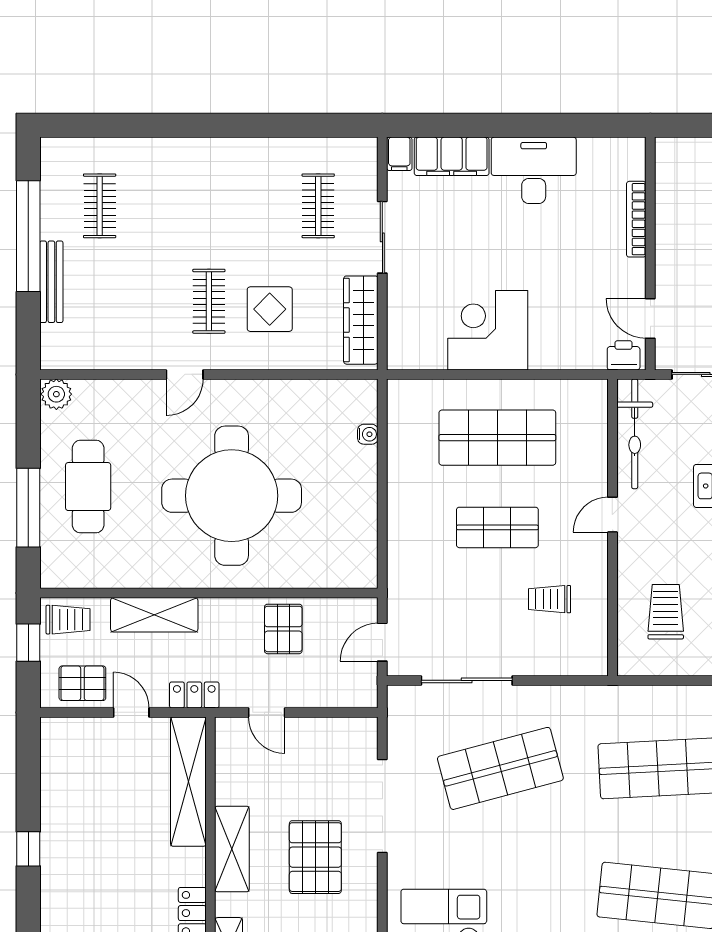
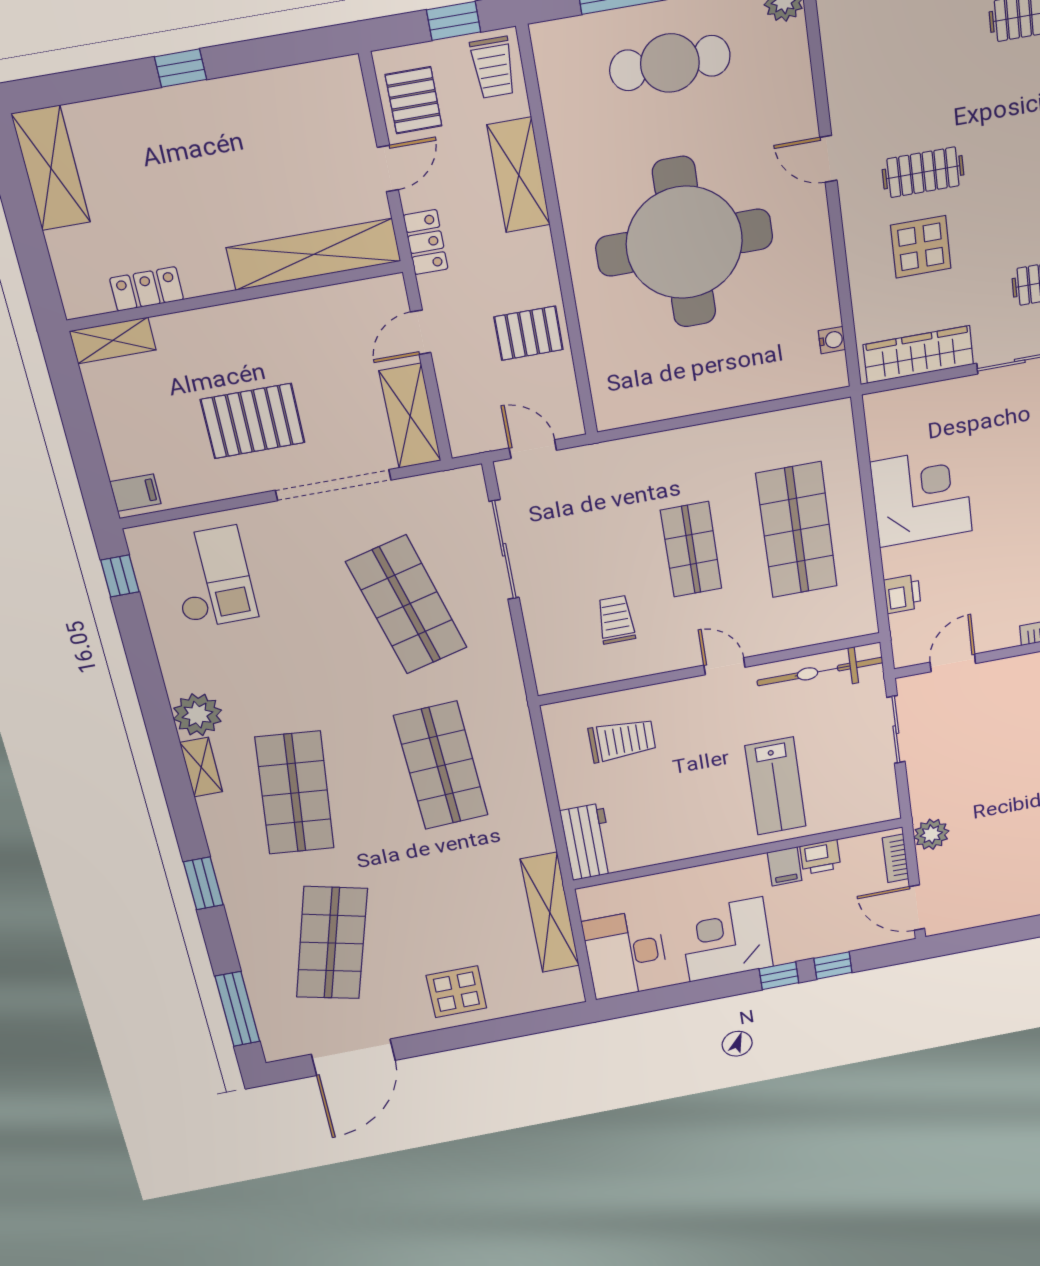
printer: (624, 355) -> (902, 594), moved
water cooler: (368, 434) -> (832, 340), moved, turned -90
shelving: (232, 849) -> (410, 416), moved, turned 90

